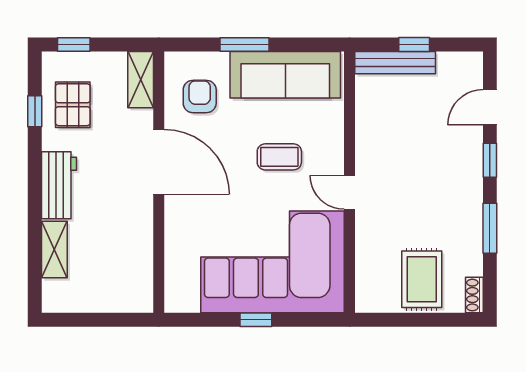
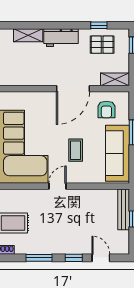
armchair: (200, 96) -> (106, 109), turned 90

